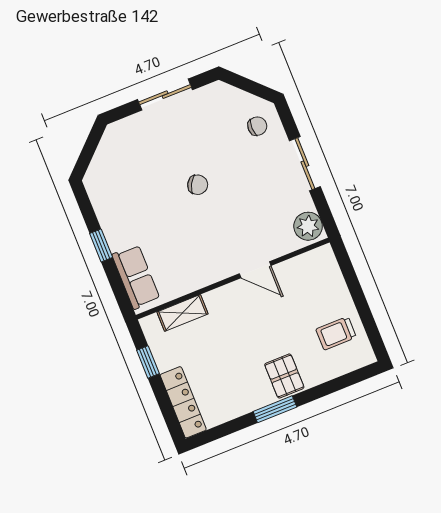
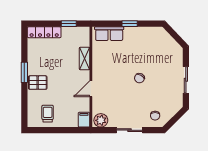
filing cabinet: (320, 259) -> (84, 120), added
shelving: (182, 313) -> (85, 59), moved

